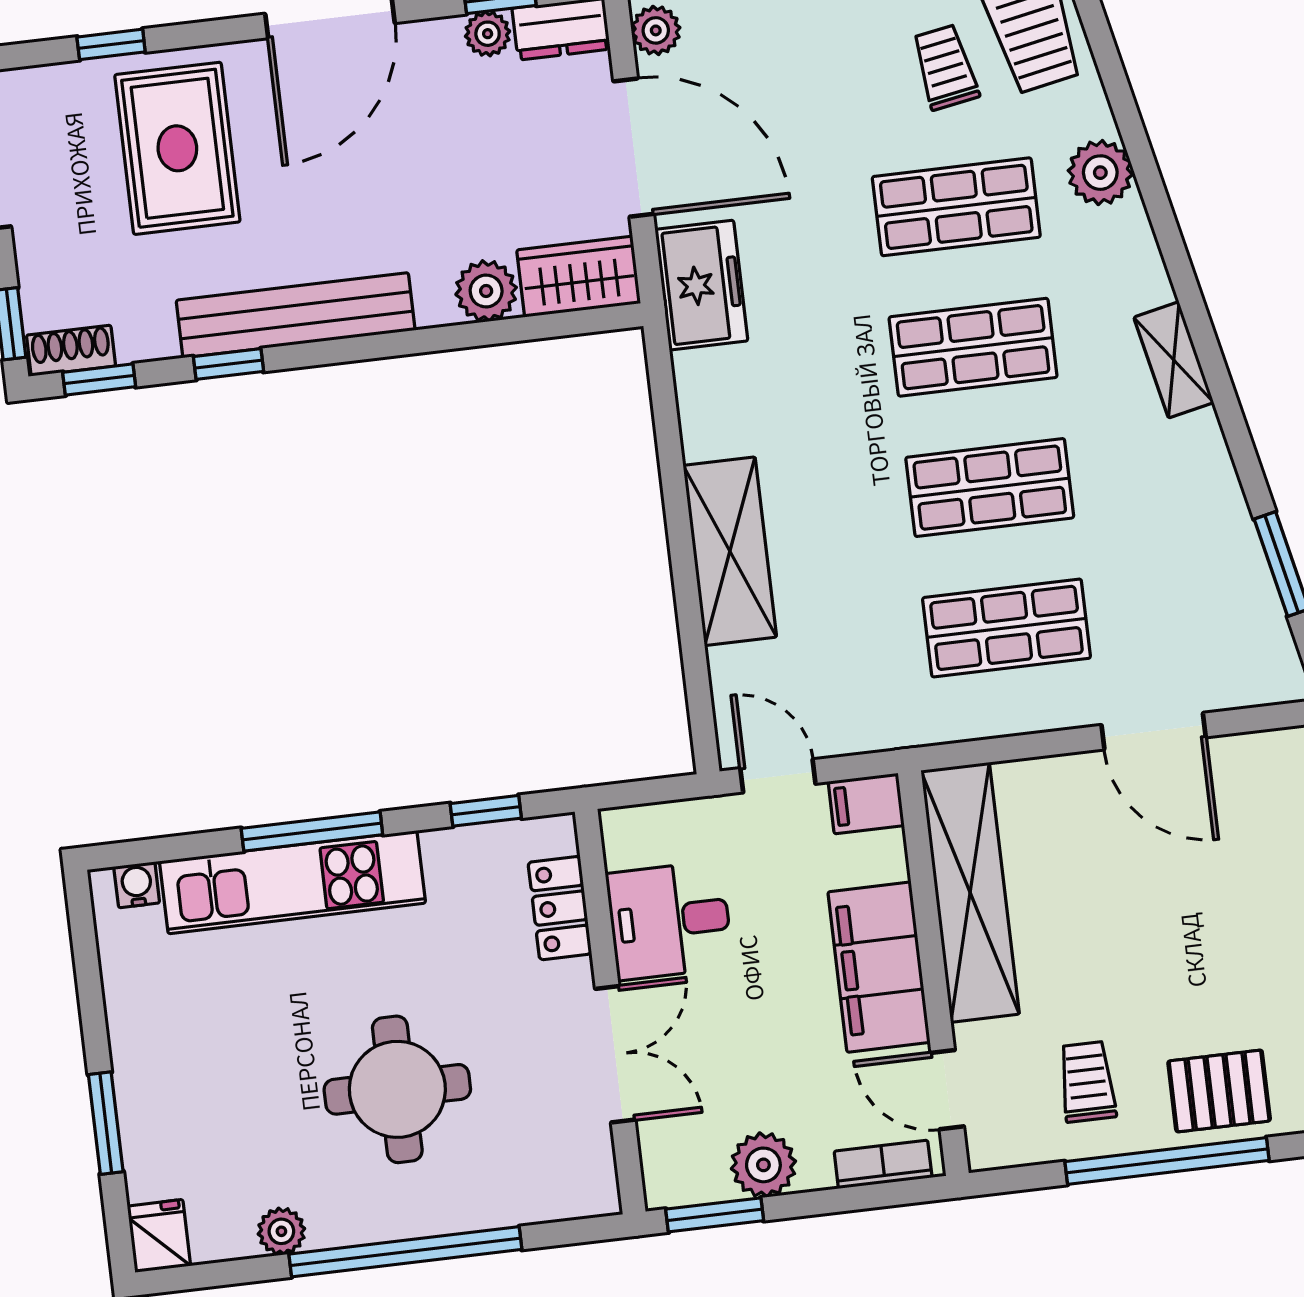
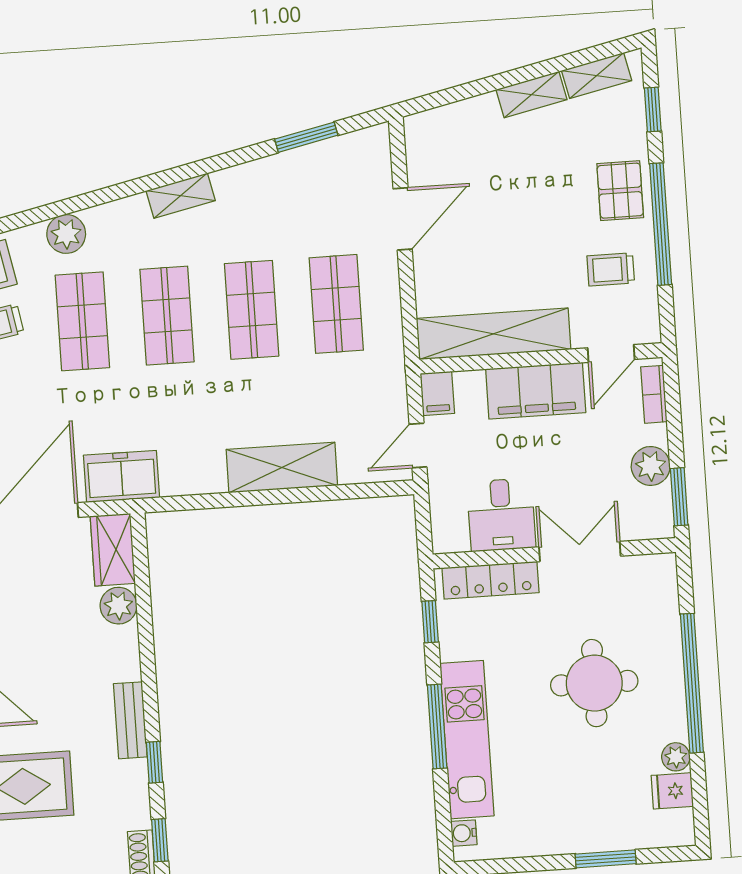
bench: (296, 315) -> (130, 720), width x0.54, depth x0.82
locker: (560, 908) -> (491, 580), width x1.53
fridge: (159, 1236) -> (672, 791), moved

